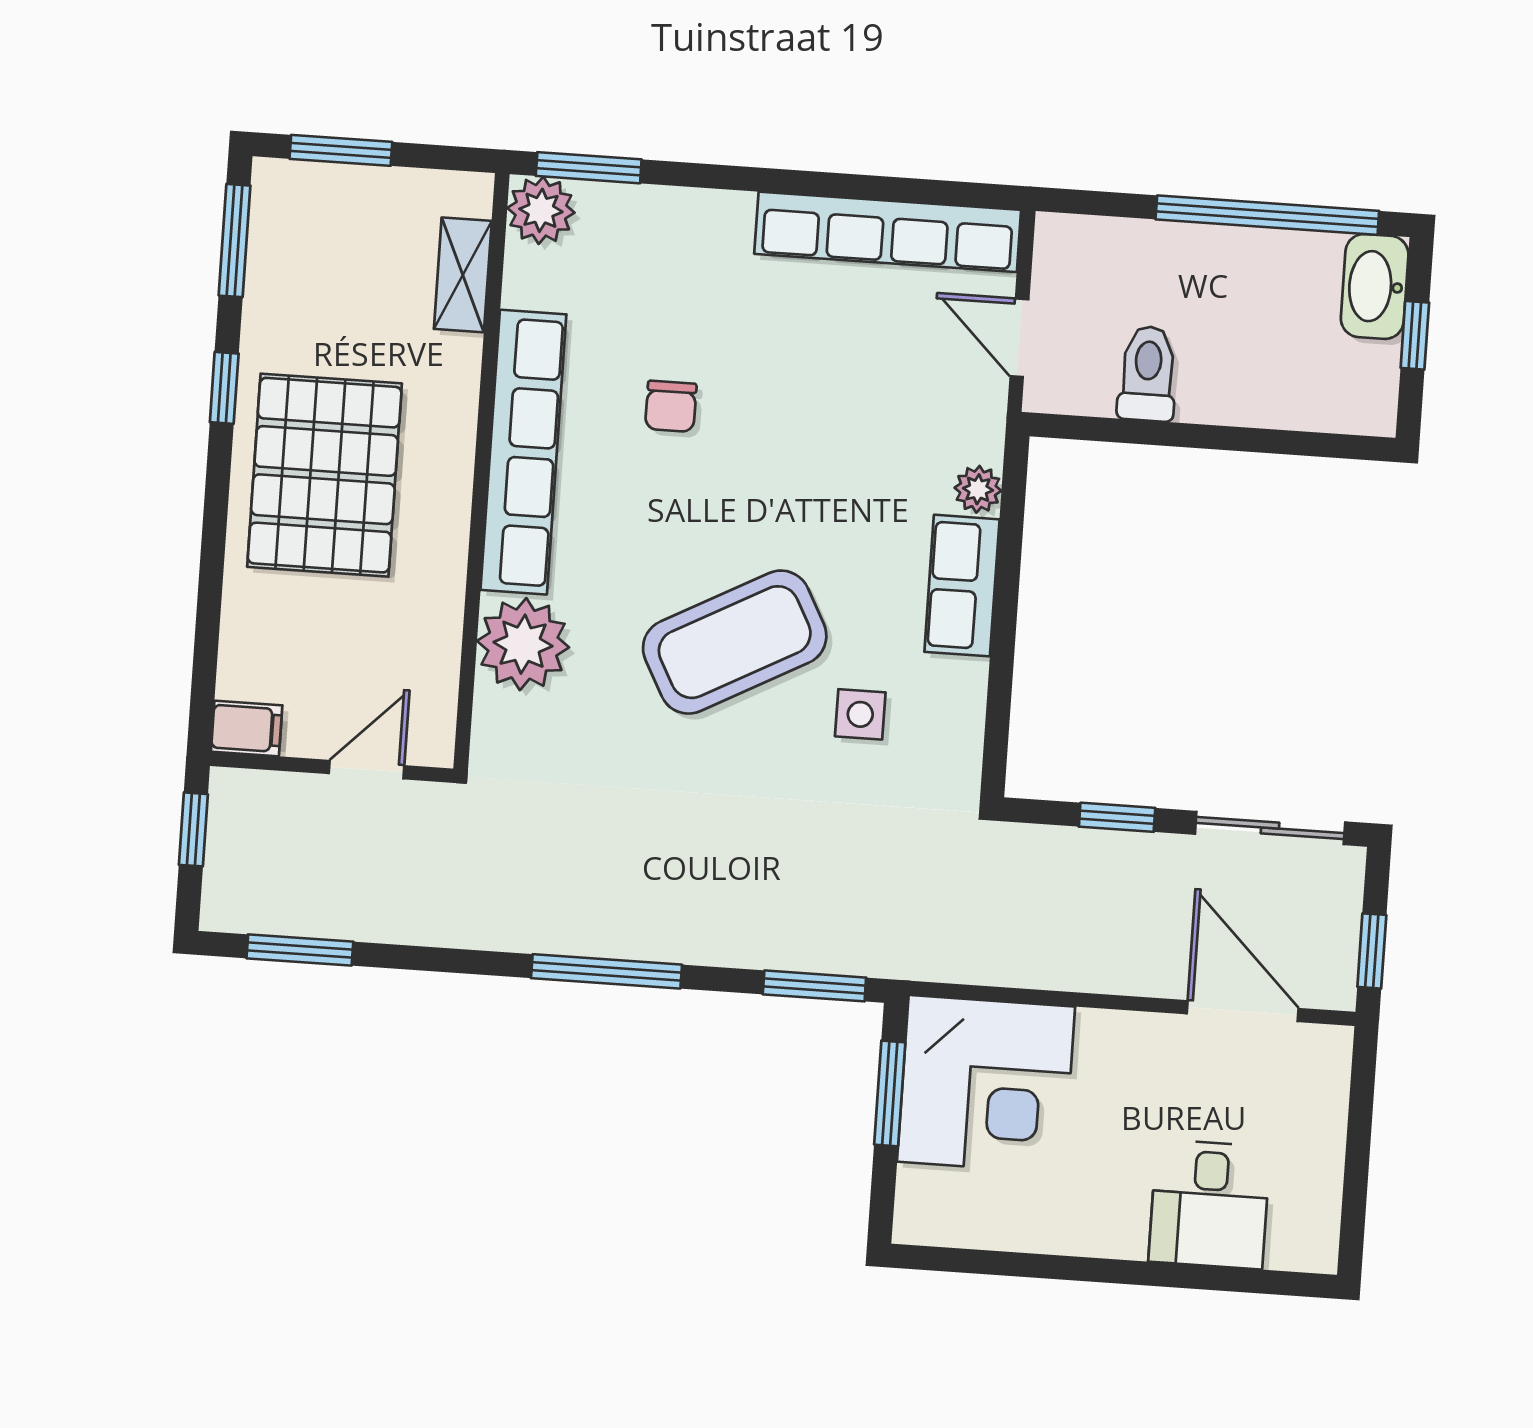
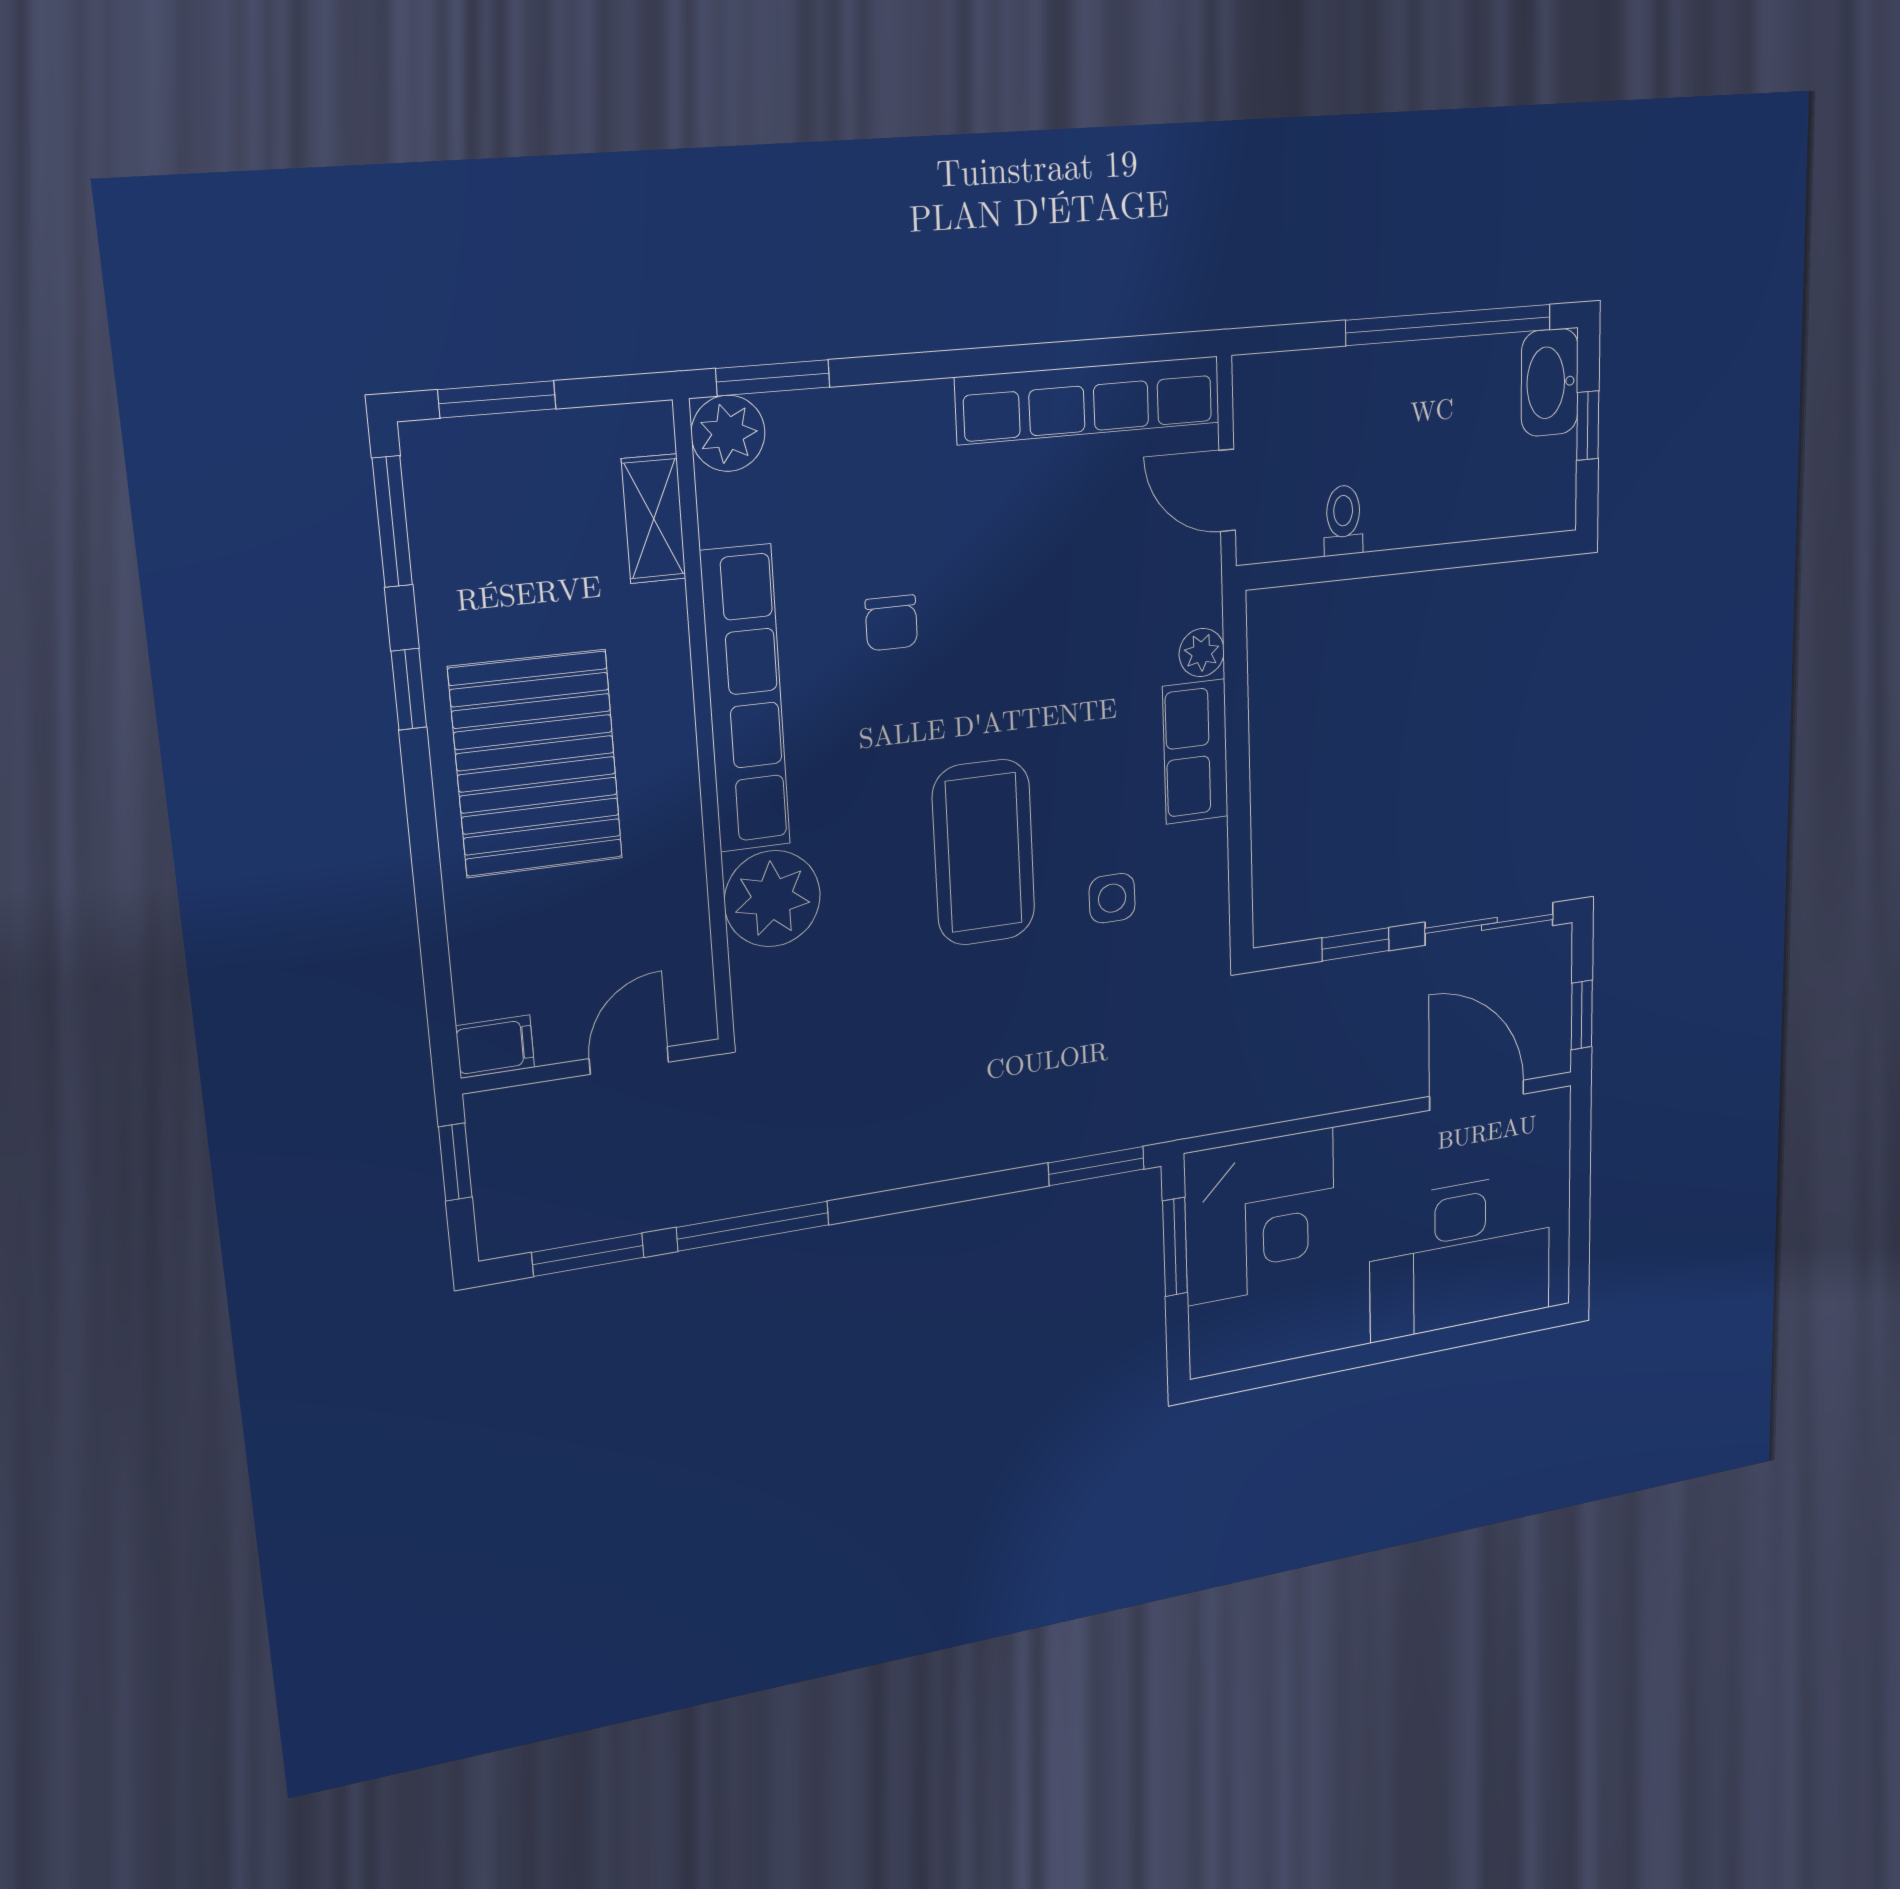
toilet: (1148, 374) -> (1343, 520), width x0.73, depth x0.72
coffee table: (735, 642) -> (984, 853), turned -62
window: (606, 971) -> (753, 1226), moved
desk: (1209, 1204) -> (1460, 1255), width x1.87, depth x1.30

